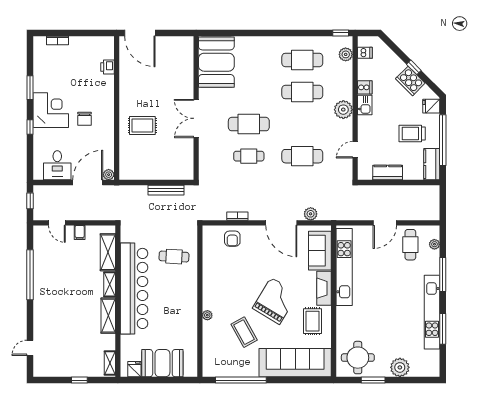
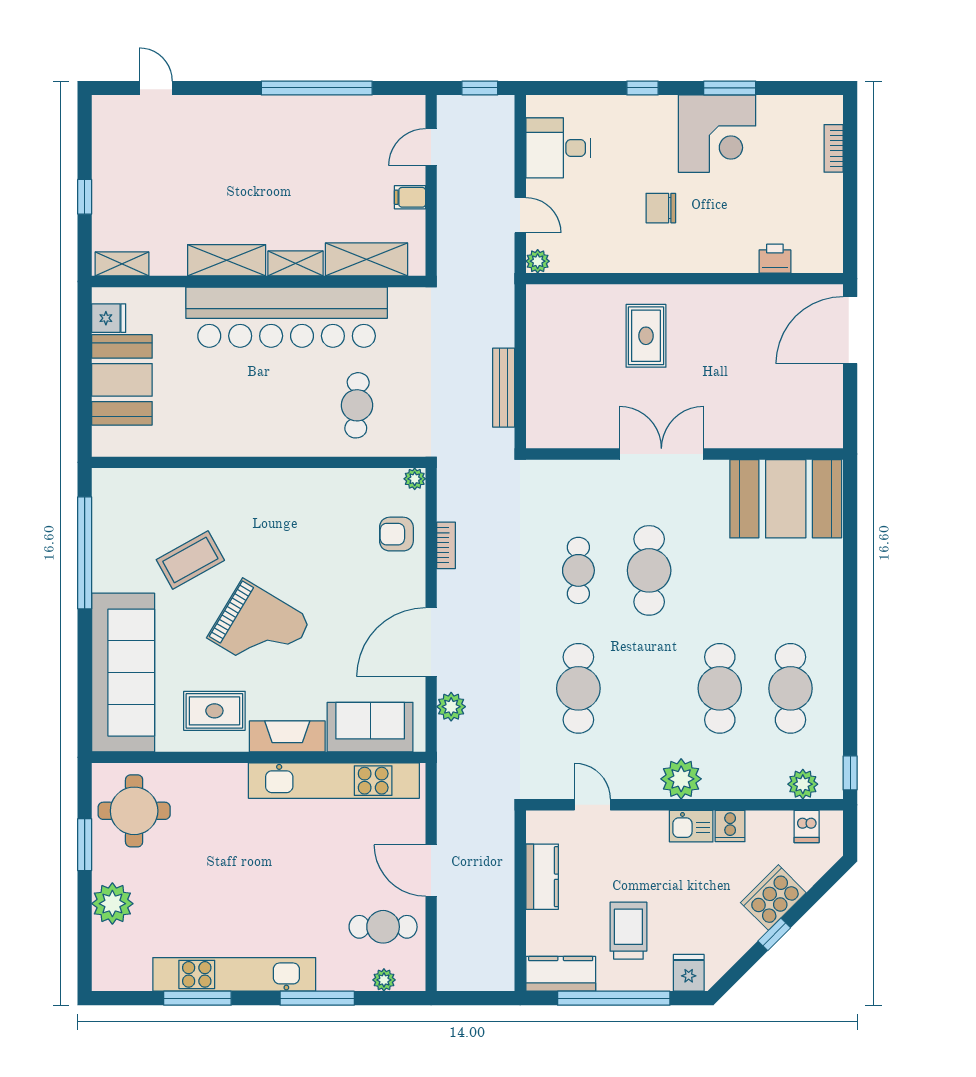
cooker: (410, 81) -> (773, 898), moved
corner desk: (51, 110) -> (717, 134), moved
door: (88, 183) -> (520, 215), width x0.53
plant: (207, 315) -> (415, 479), moved

